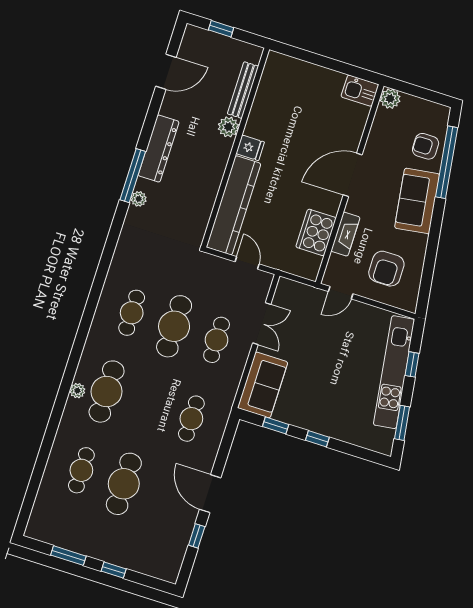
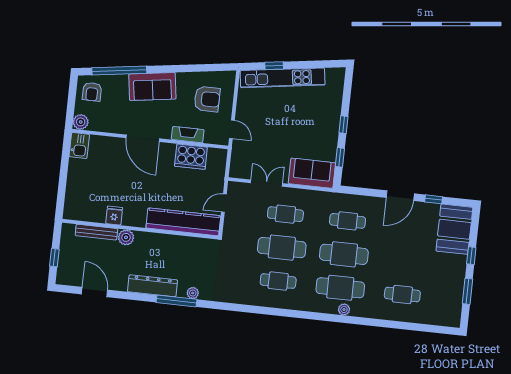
armchair: (426, 146) -> (92, 92), moved
fridge: (250, 148) -> (114, 216), moved
window: (402, 423) -> (319, 64), removed
cafe table: (124, 484) -> (344, 254), moved
booth: (152, 555) -> (454, 229), added

